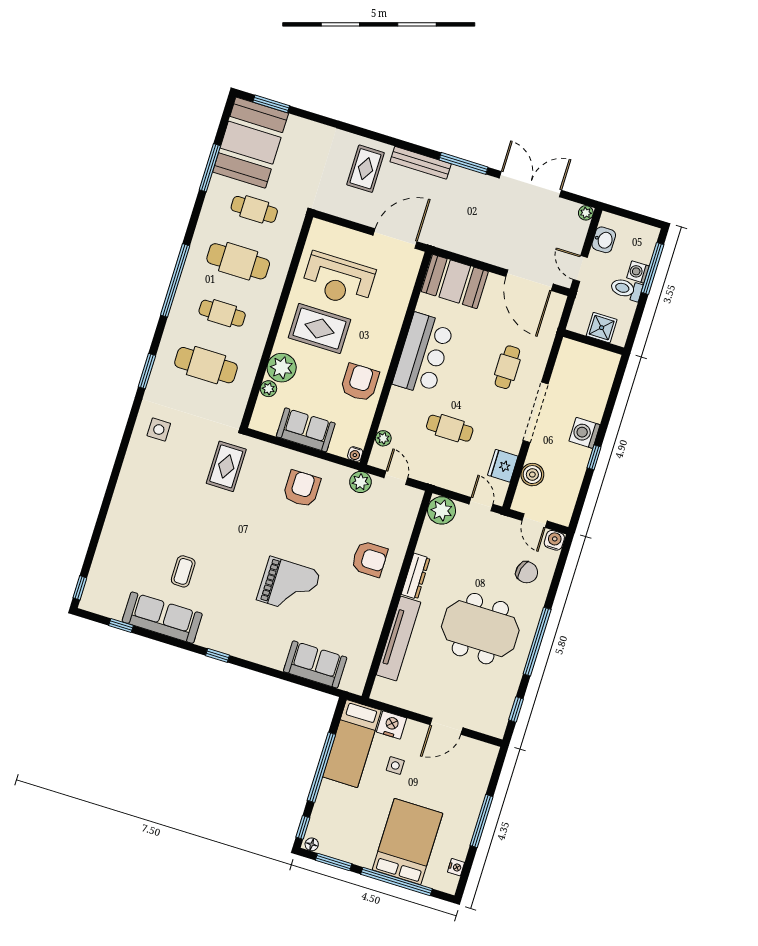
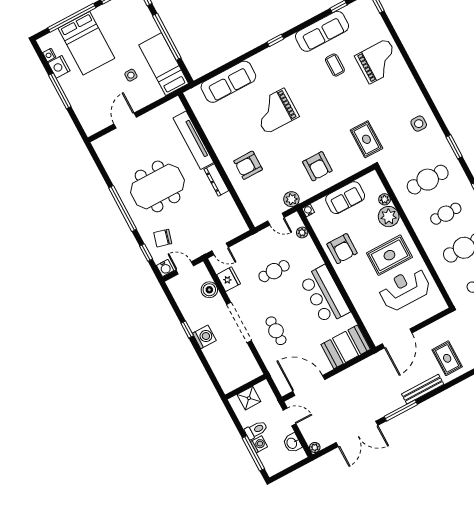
plant: (442, 510) -> (237, 226), removed
grand piano: (136, 532) -> (378, 61), added
sofa: (315, 664) -> (228, 82), width x1.36
window: (516, 709) -> (146, 253), moved
nightstand: (391, 725) -> (59, 67), moved, turned 90

